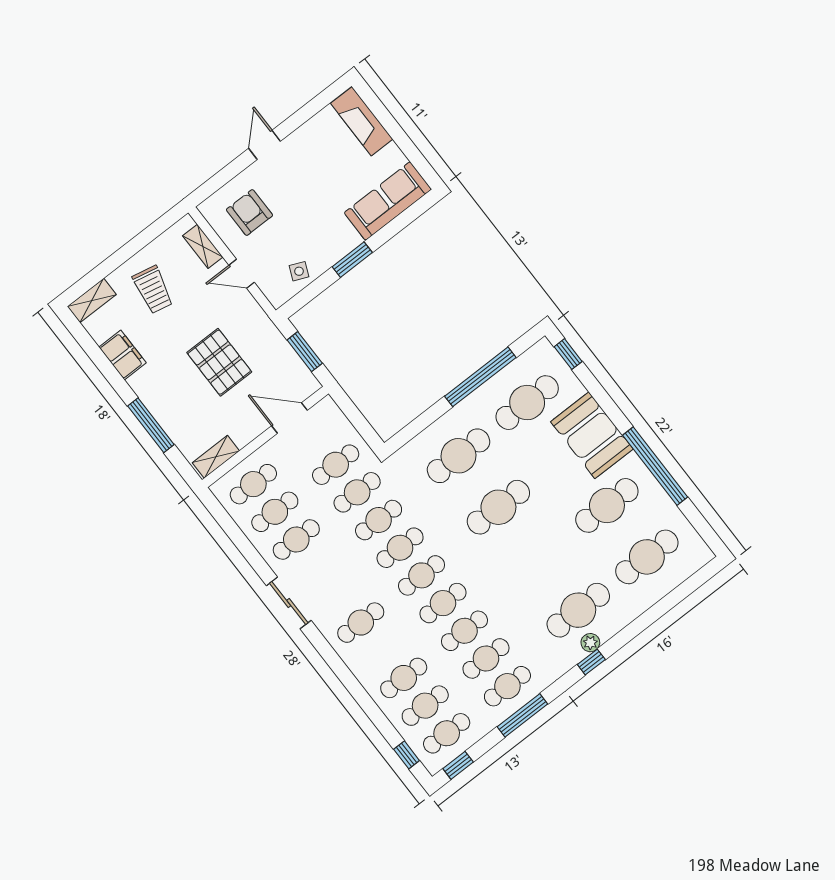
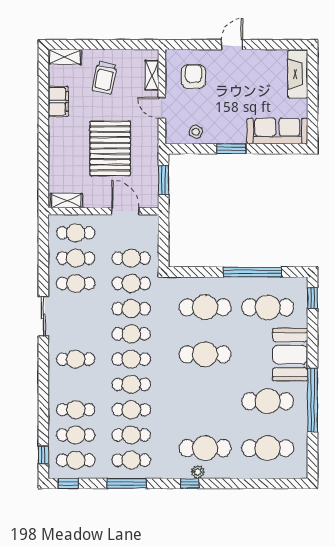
pallet: (219, 362) -> (110, 148), width x1.37, depth x1.41
window: (151, 425) -> (43, 154), removed

